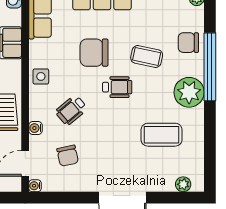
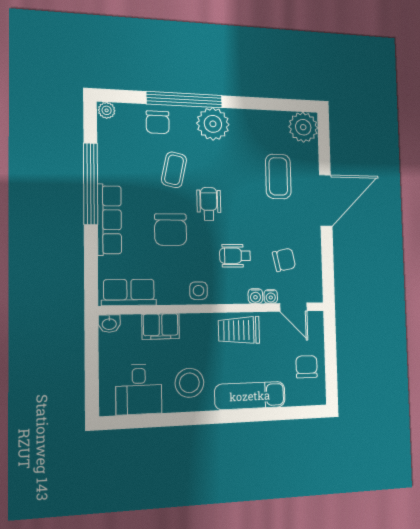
wheelchair: (71, 110) -> (235, 256), turned 130
coffee table: (162, 135) -> (278, 176), moved
plant: (183, 184) -> (303, 127), width x1.88, depth x1.88
water cooler: (35, 186) -> (271, 296), moved

